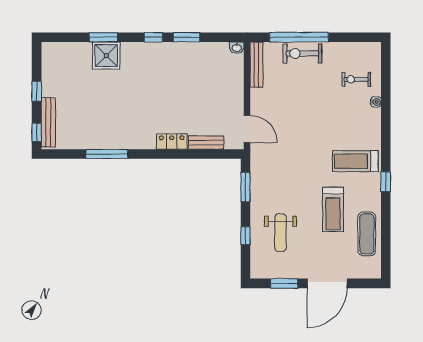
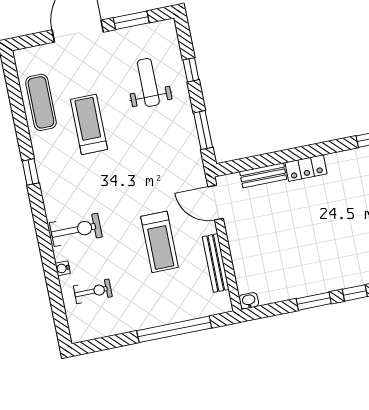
exercise bike: (302, 53) -> (76, 230), moved
bench: (256, 64) -> (216, 263), moved
treadmill: (355, 161) -> (160, 242), moved, turned 90

